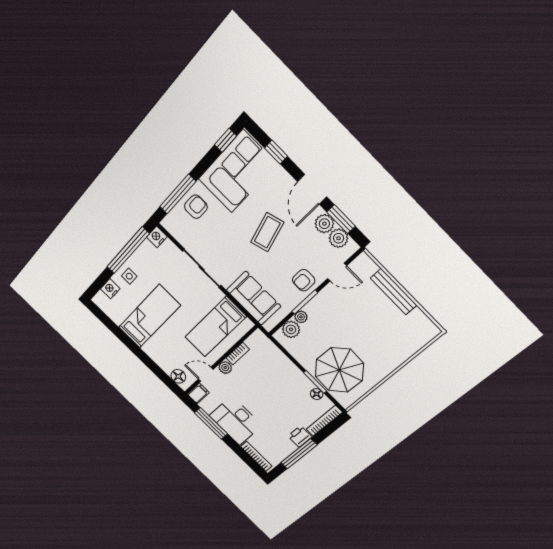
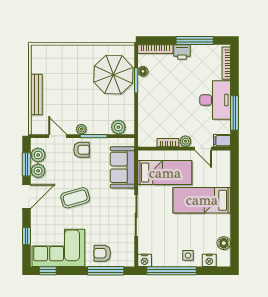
bed: (149, 316) -> (202, 200), moved
plant: (301, 317) -> (81, 129), moved
floor lamp: (178, 376) -> (224, 243), moved

